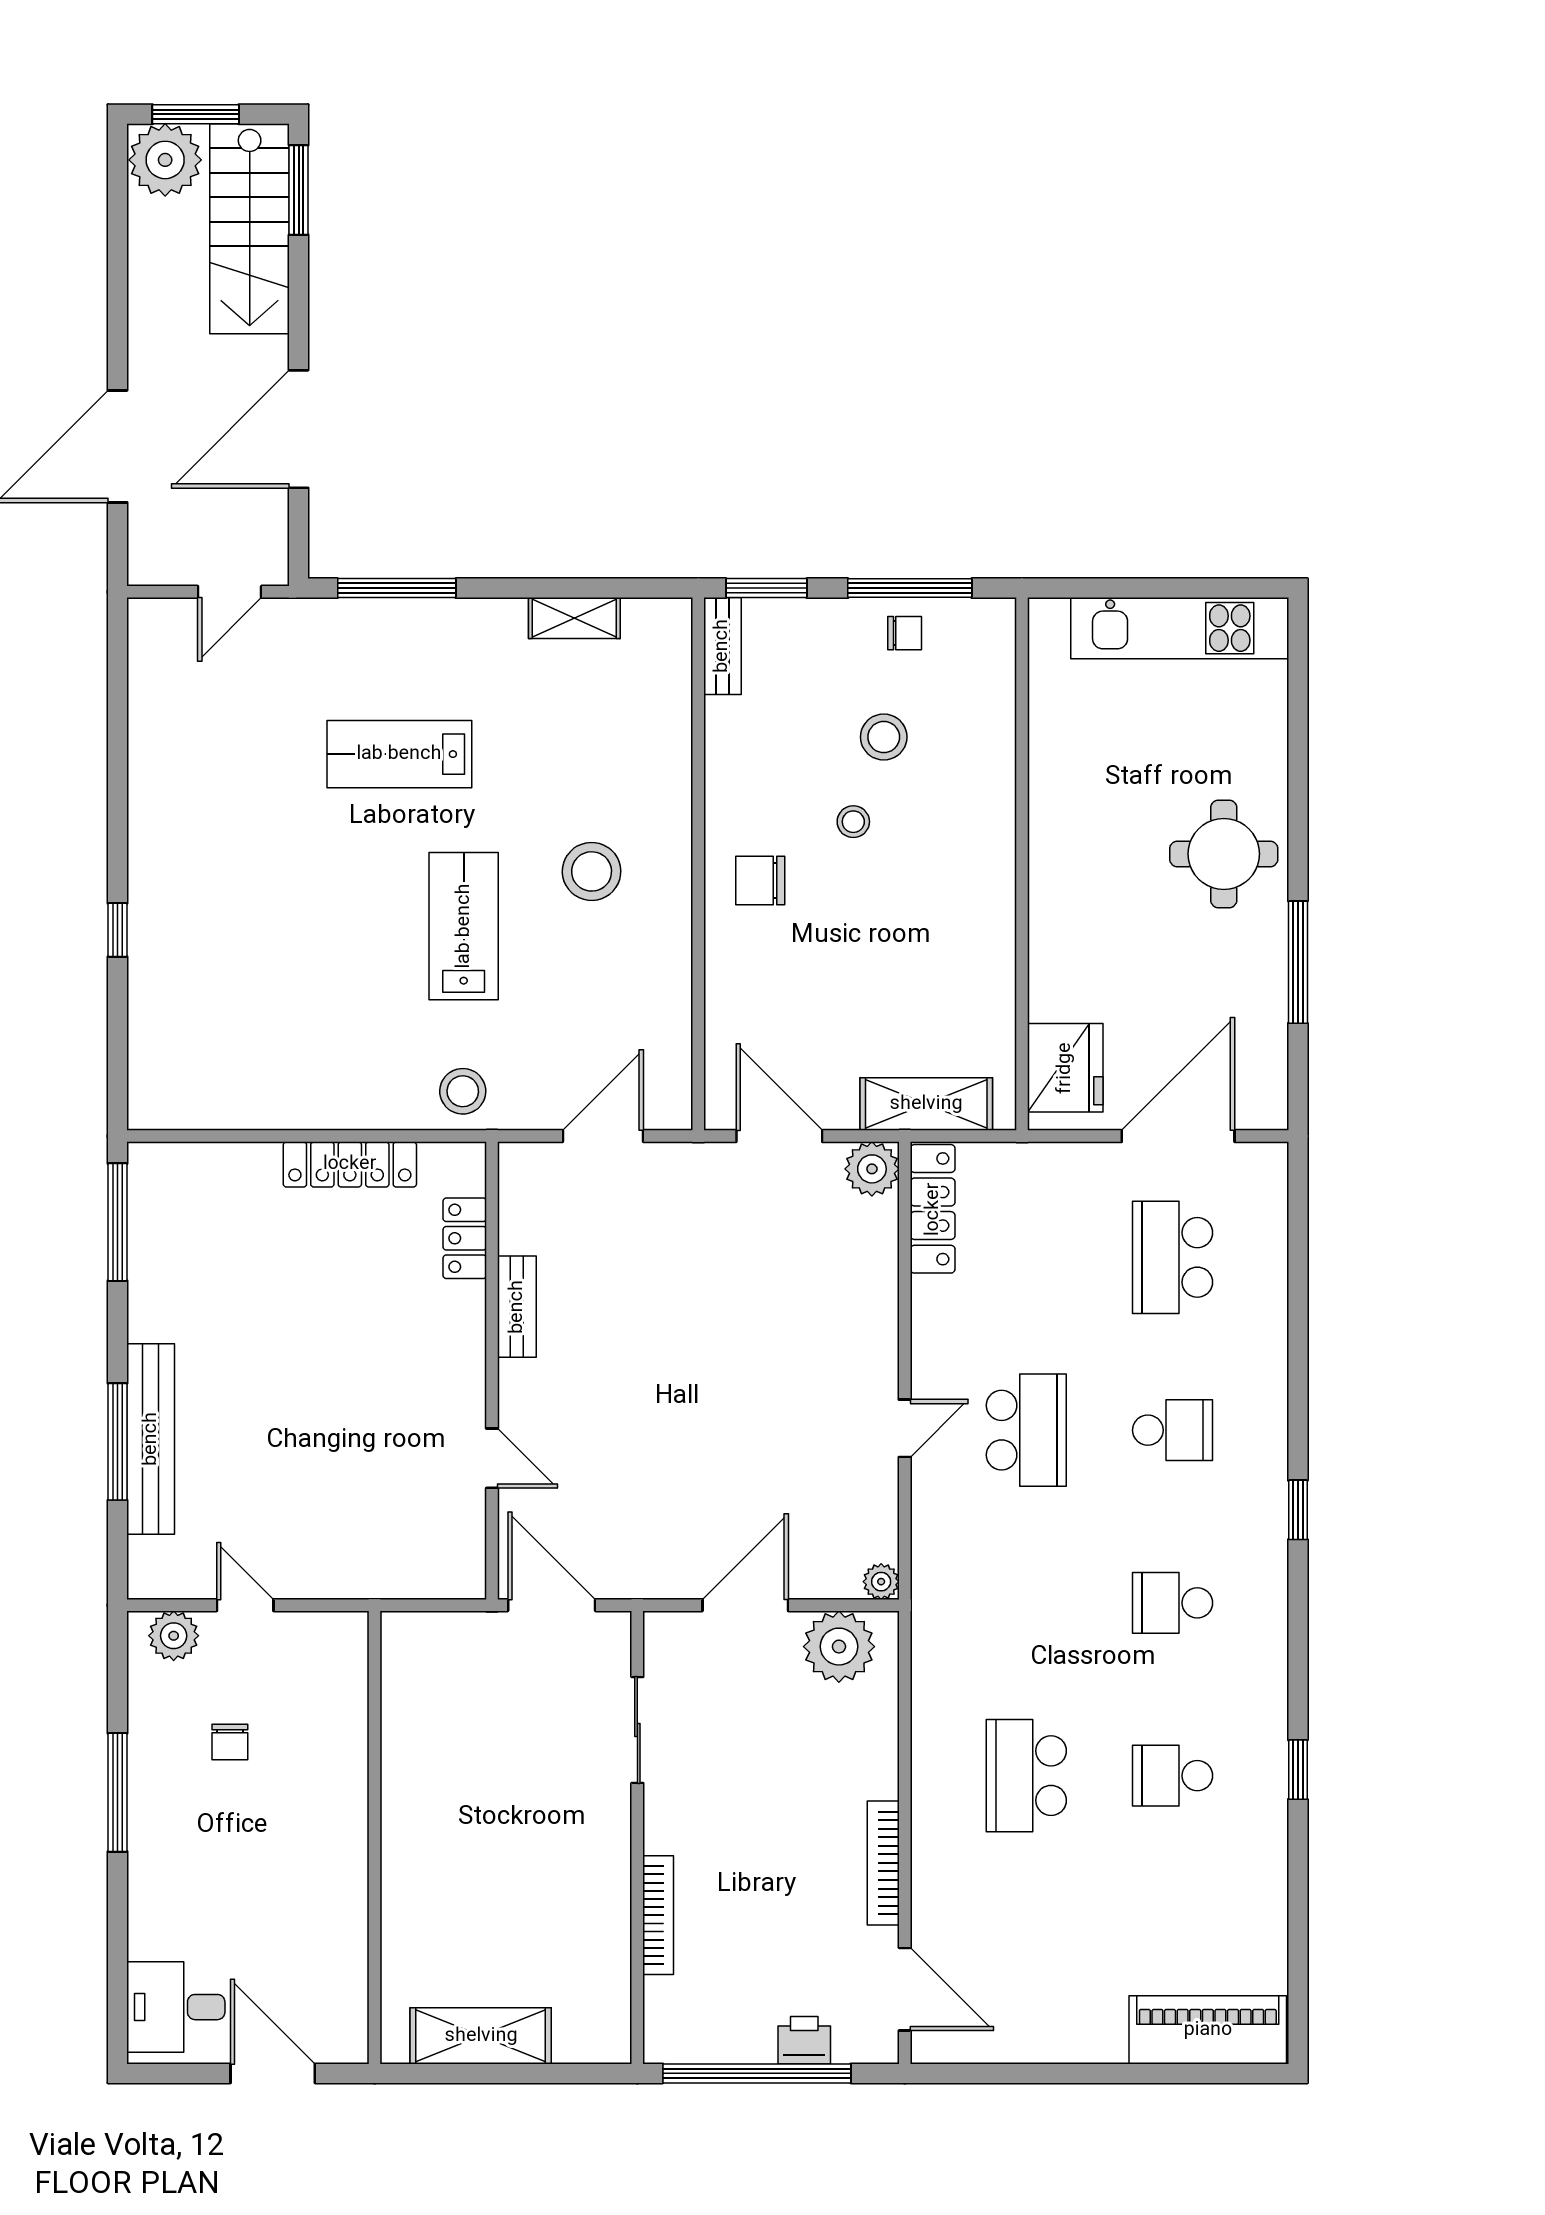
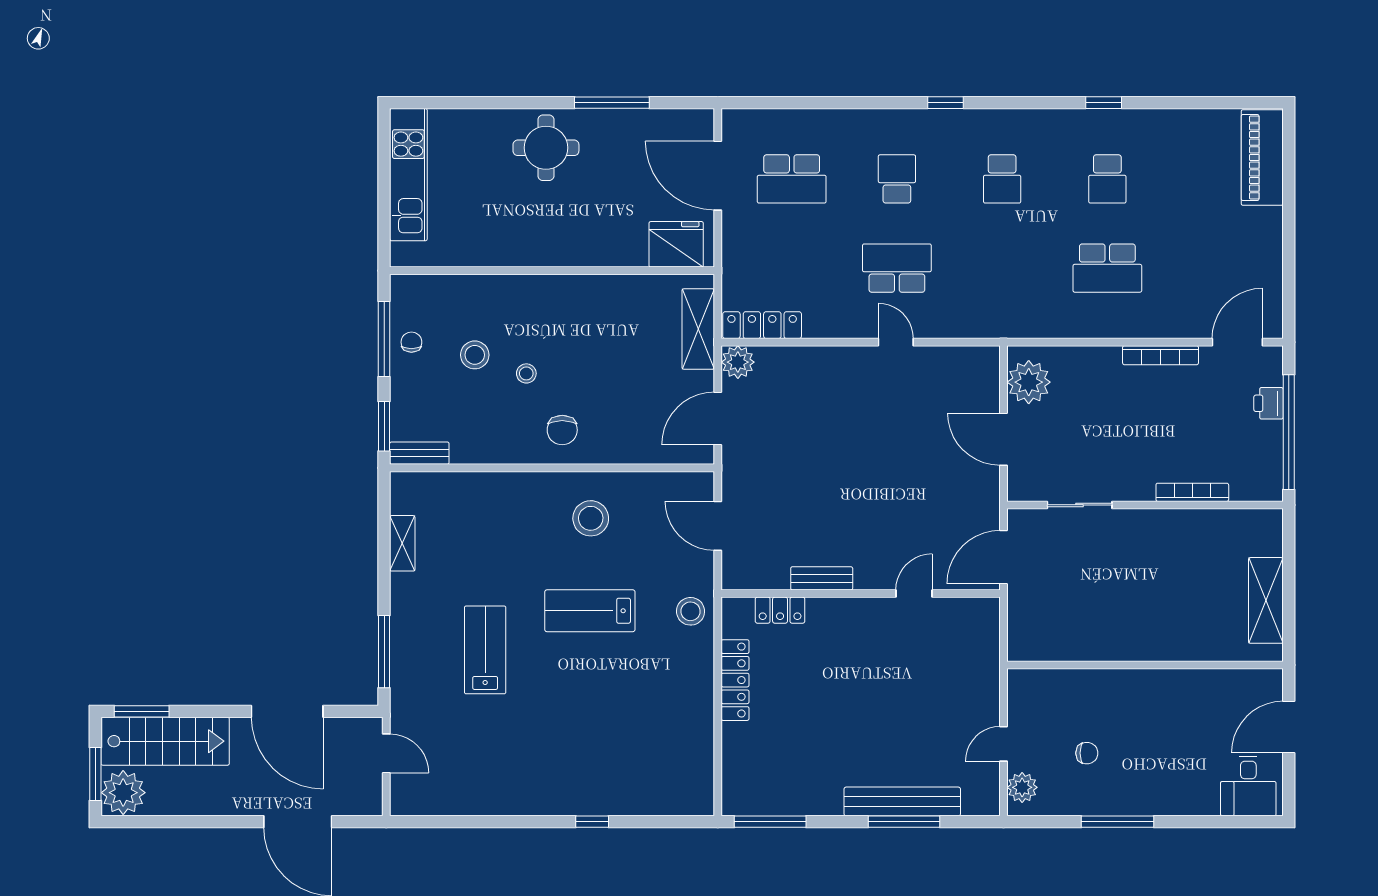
lab bench: (399, 754) -> (485, 650), turned 180
stool: (592, 871) -> (591, 518), moved
plant: (881, 1582) -> (989, 356), removed

